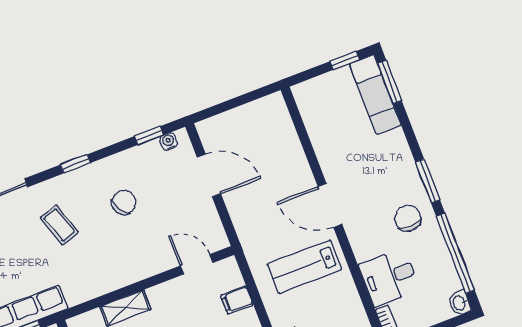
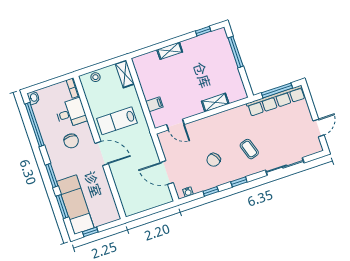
window: (390, 82) -> (62, 207), moved
exam couch: (375, 94) -> (75, 205), width x1.36, depth x1.45
window: (149, 136) -> (211, 191), moved
window: (428, 181) -> (52, 175), moved
chair: (408, 218) -> (71, 141), moved
lab bench: (304, 267) -> (117, 121), turned 180

